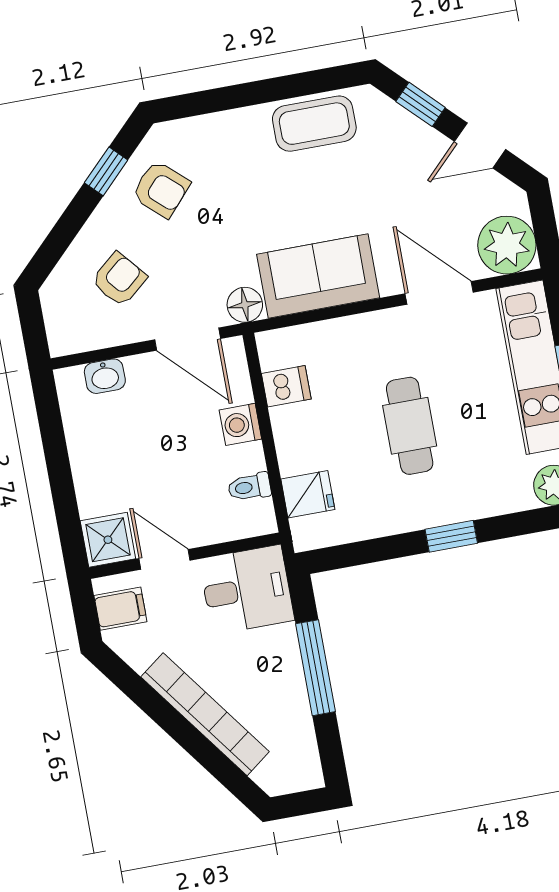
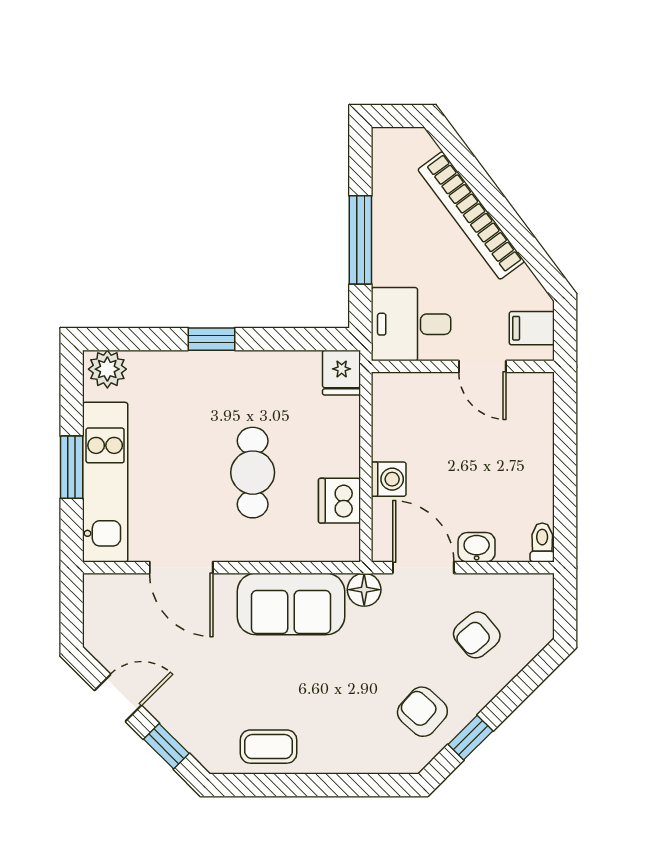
coffee table: (314, 124) -> (269, 747), width x0.73, depth x0.77
plant: (507, 245) -> (110, 601), removed
washbasin: (105, 376) -> (477, 547), moved
dishwasher: (286, 386) -> (339, 501), width x1.38
cafe table: (410, 426) -> (253, 473), moved
toilet: (249, 487) -> (542, 543), moved, turned -90
fridge: (308, 494) -> (342, 373), moved, turned -90
shower: (108, 540) -> (532, 394), removed

